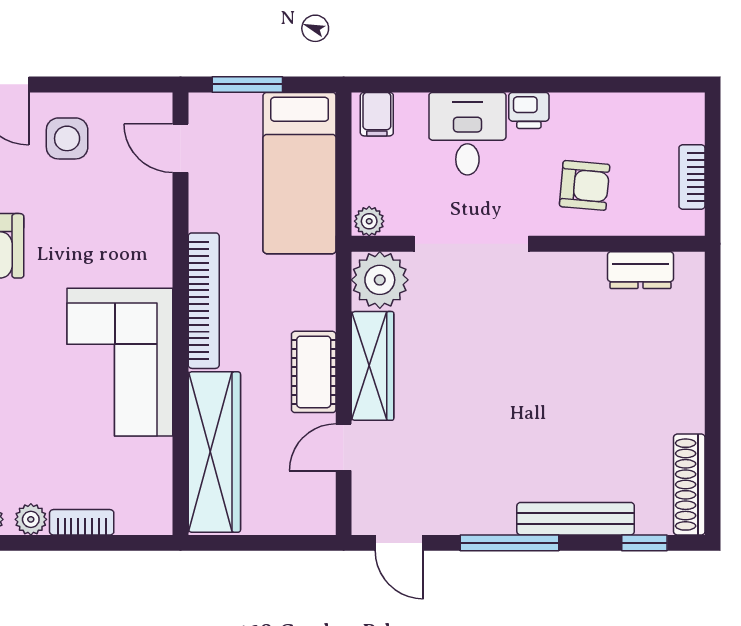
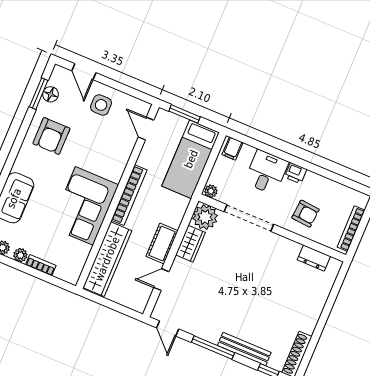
bookcase: (692, 177) -> (351, 229), width x1.56
wardrobe: (373, 366) -> (190, 244), width x0.67

